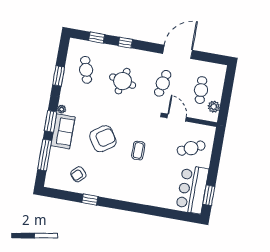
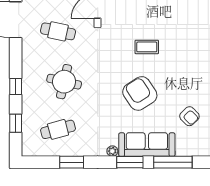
sofa: (63, 131) -> (147, 145), width x1.36

